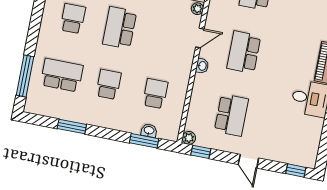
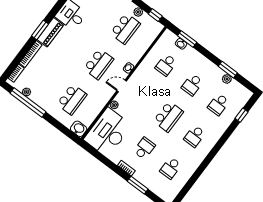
school desk: (62, 75) -> (218, 104), width x0.54
window: (25, 76) -> (241, 115), width x0.46
plant: (67, 114) -> (227, 79), added
school desk: (231, 115) -> (125, 29), turned 180
plant: (189, 138) -> (138, 12), moved

